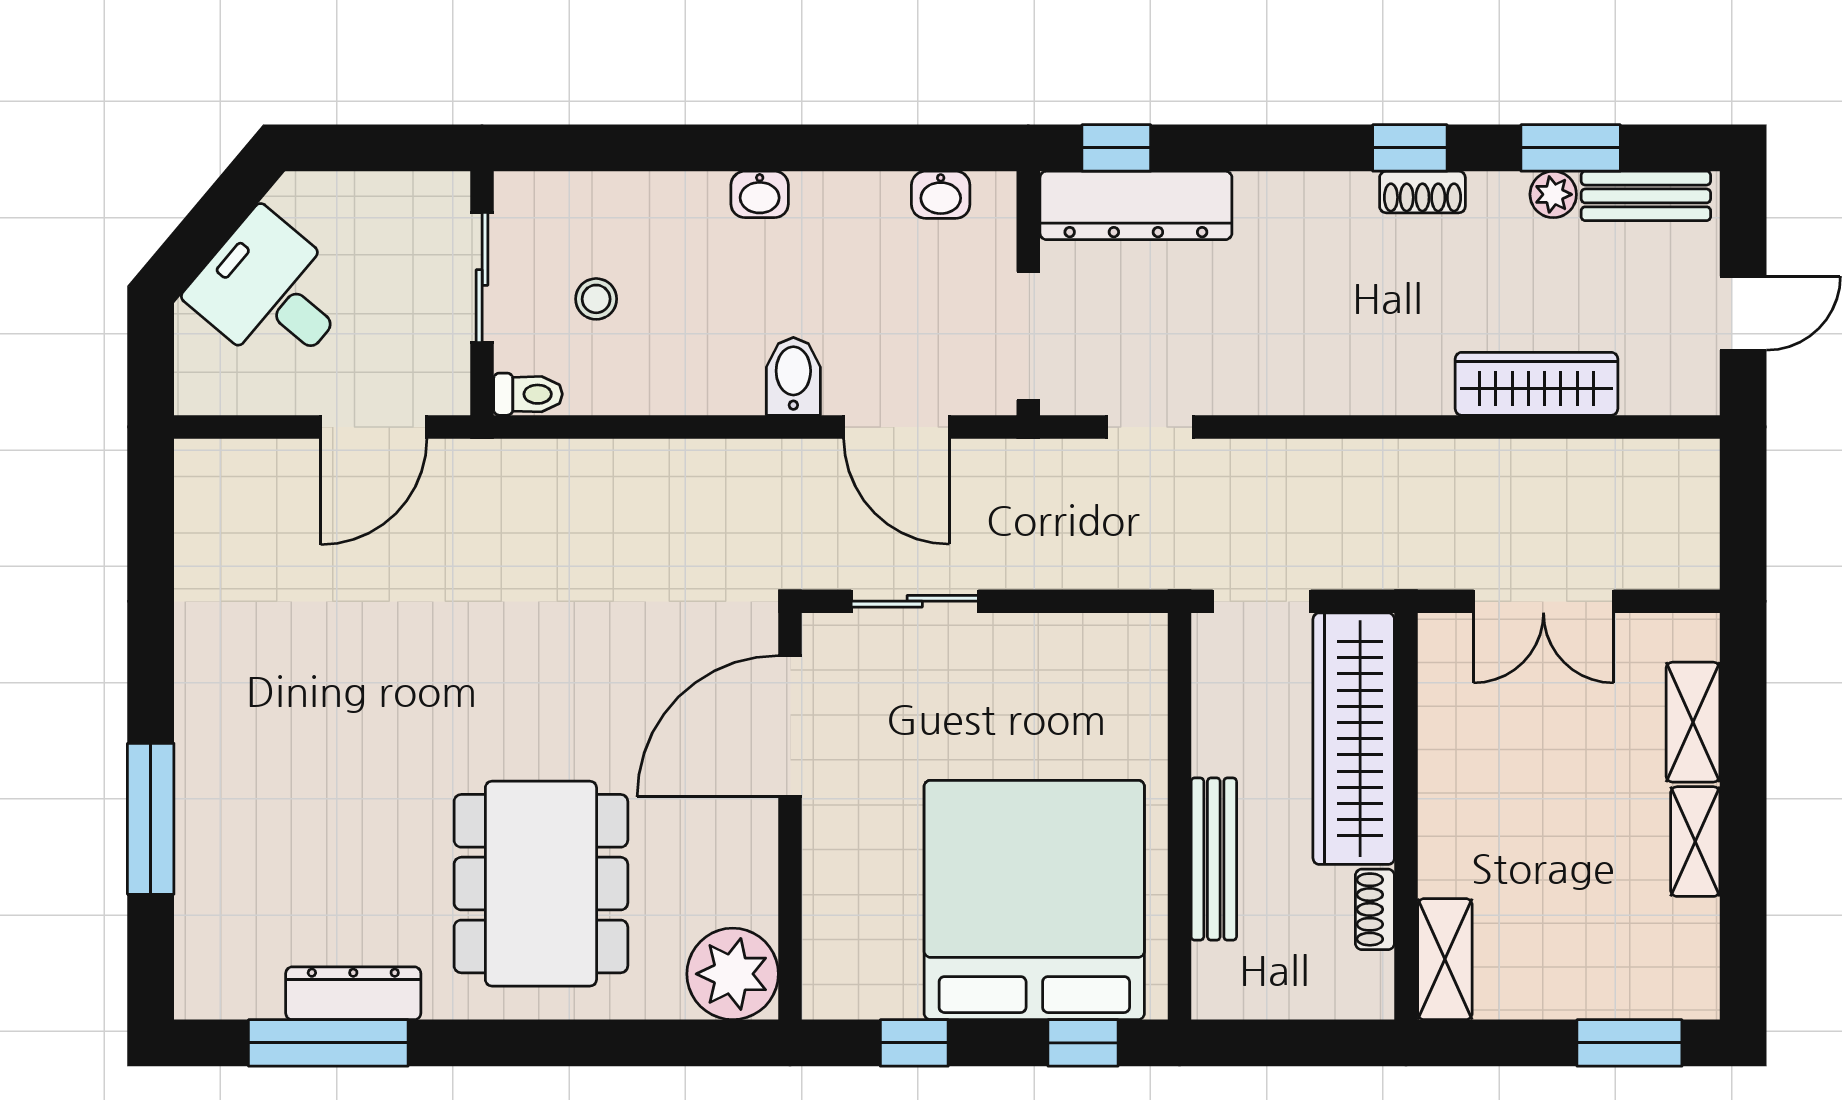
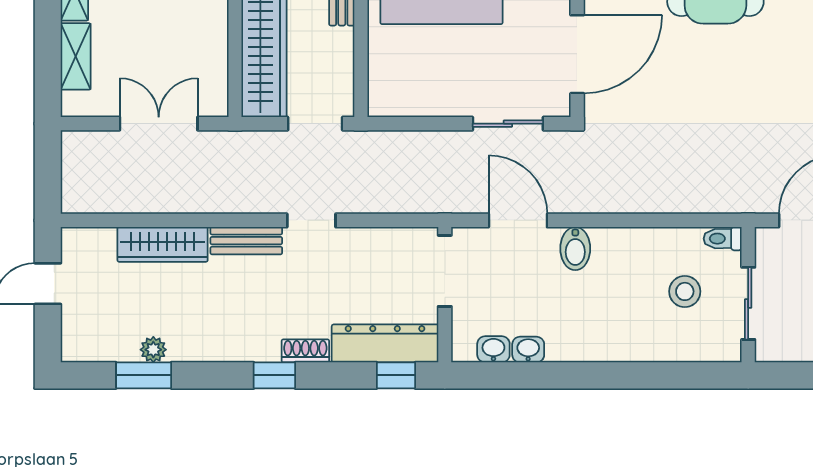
window: (1410, 148) -> (274, 375), moved
shoe rack: (1422, 192) -> (305, 351), moved
washbasin: (760, 194) -> (528, 350), moved
bench: (1646, 196) -> (246, 241), moved
stool: (596, 299) -> (685, 291), width x1.37, depth x1.37
doorway: (1150, 427) -> (311, 220), moved

